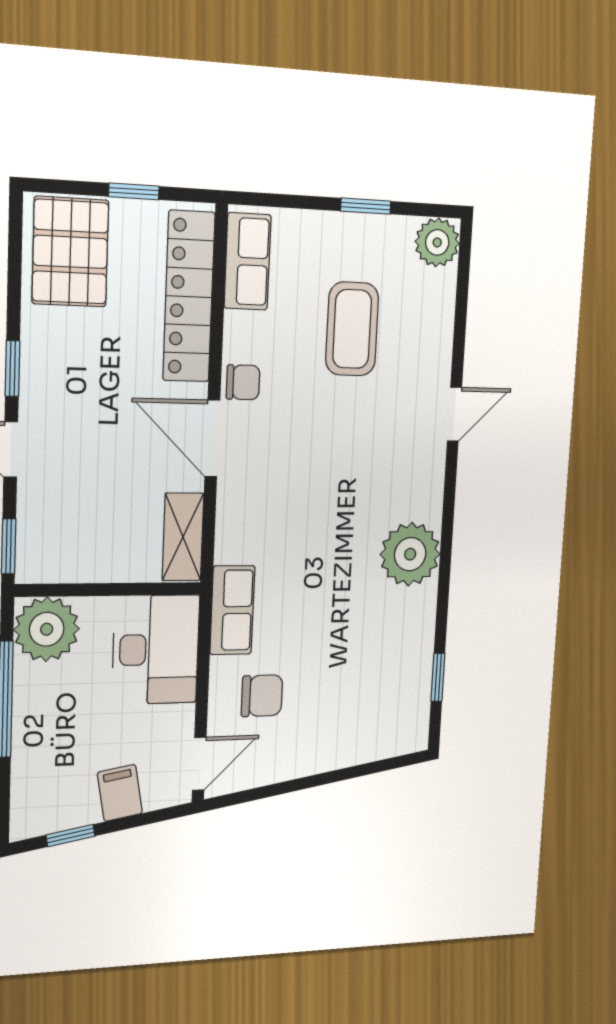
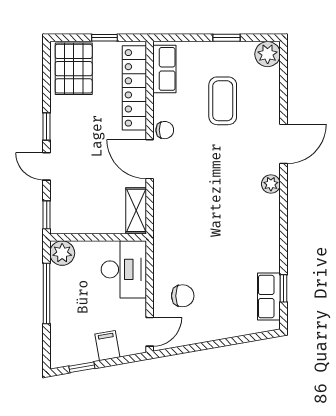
door: (454, 414) -> (284, 144), width x1.38
plant: (410, 554) -> (271, 184), moved, width x0.53, depth x0.53
row of seats: (232, 610) -> (269, 296), moved, turned 180
plant: (47, 629) -> (62, 253), width x0.73, depth x0.73

